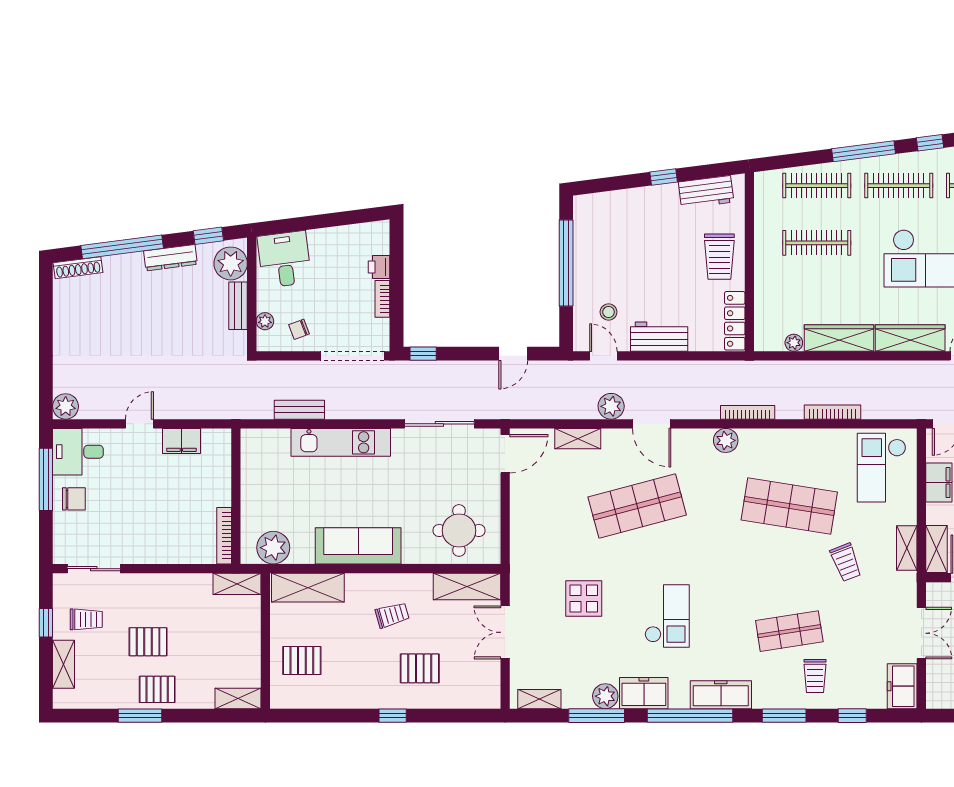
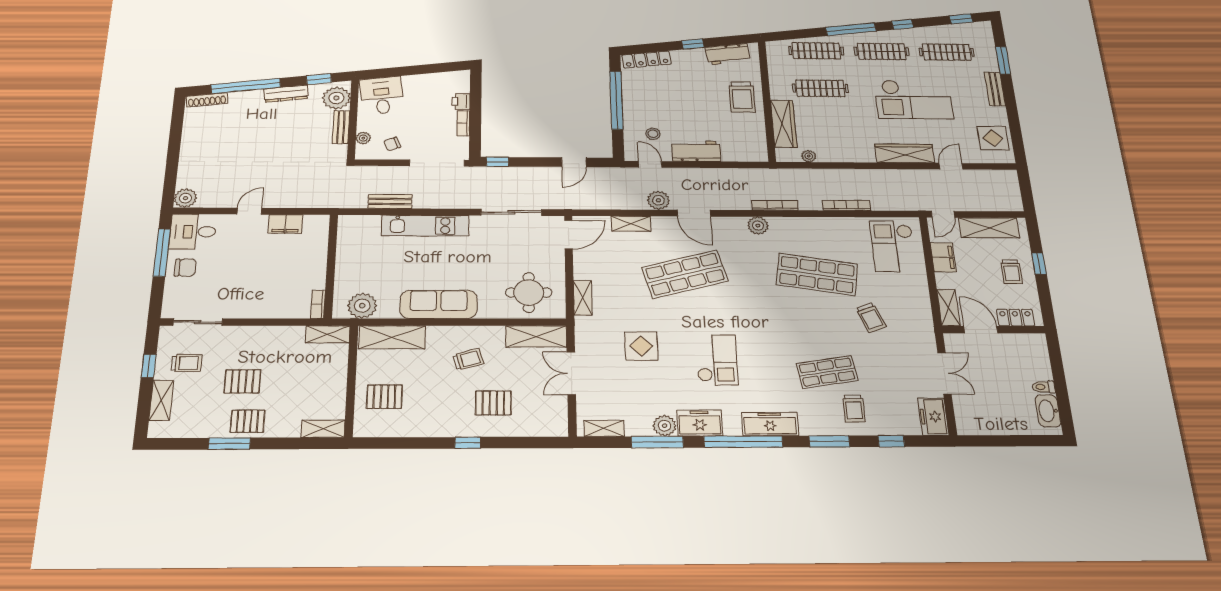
locker: (735, 321) -> (646, 60), moved, turned -97
wardrobe: (839, 338) -> (784, 124), moved, turned 90
bookcase: (224, 536) -> (318, 304), width x0.64
shelving: (907, 548) -> (583, 298), moved

